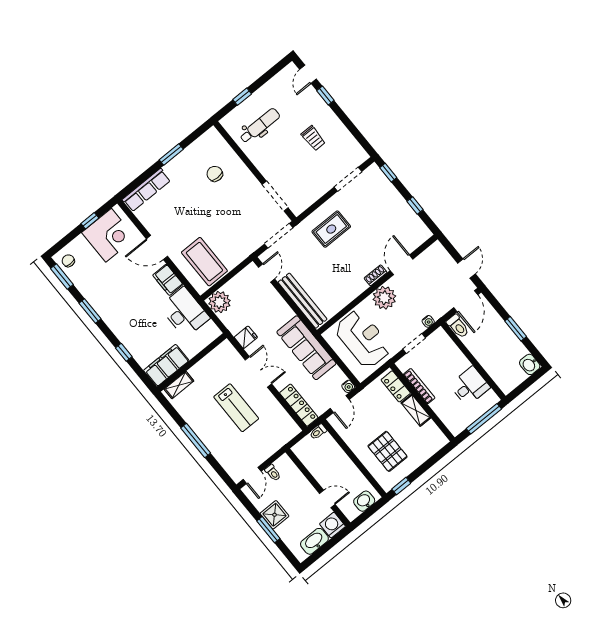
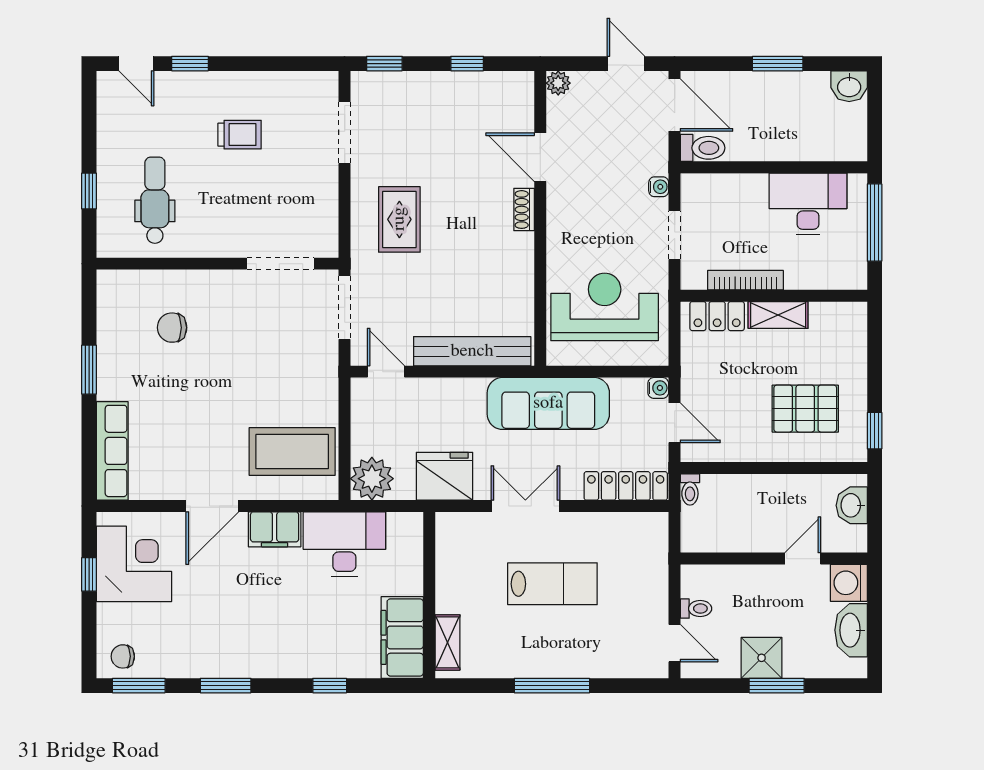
plant: (384, 298) -> (558, 83), moved, width x0.53, depth x0.53
fridge: (246, 337) -> (444, 476), width x1.88, depth x1.34
desk: (470, 386) -> (808, 204), width x1.37

